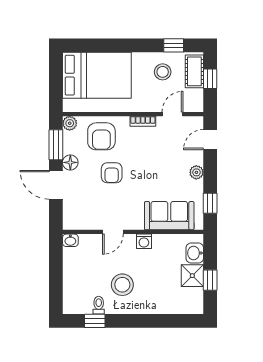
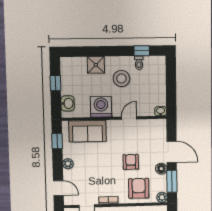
door: (210, 140) -> (58, 188), hinge flipped
washing machine: (144, 241) -> (101, 107), width x1.89, depth x1.89
shower: (192, 276) -> (96, 65), moved

